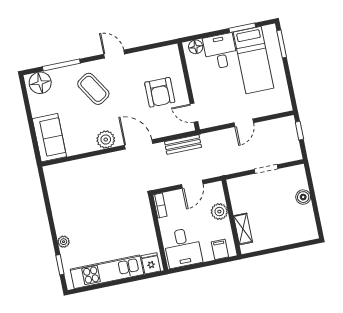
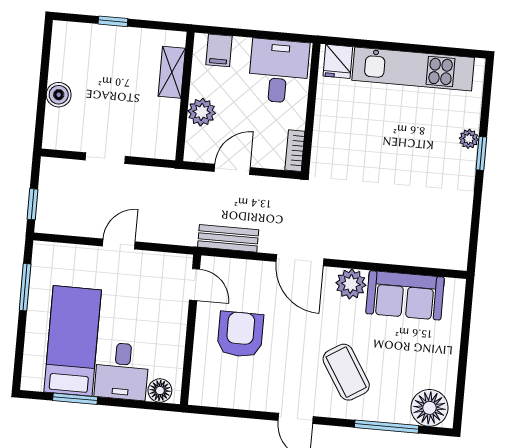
window: (282, 44) -> (25, 287), moved
sofa: (49, 138) -> (405, 295), moved, turned -90
window: (285, 248) -> (113, 21), added
window: (60, 265) -> (481, 153), moved

